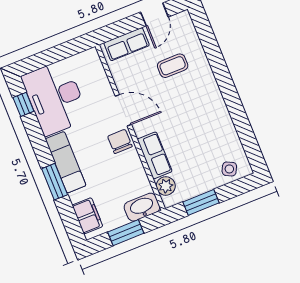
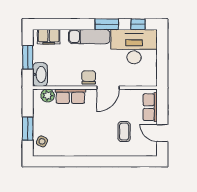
chair: (120, 141) -> (89, 77), turned -90
window: (55, 182) -> (107, 24), moved
window: (201, 202) -> (28, 129), moved

